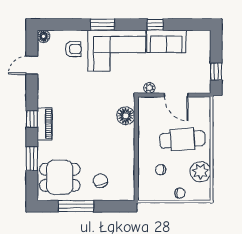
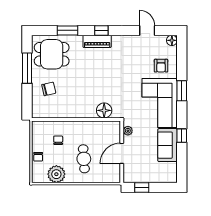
cafe table: (182, 140) -> (84, 159), width x0.73, depth x0.74
dining table: (60, 177) -> (52, 54), turned 90

